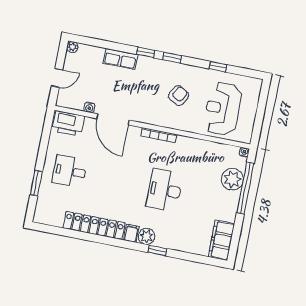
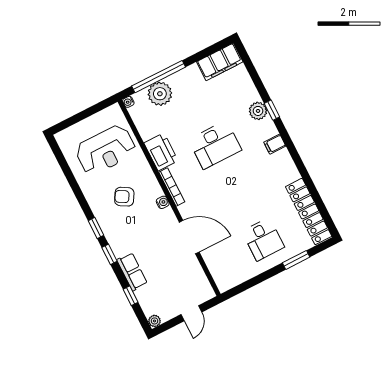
window: (218, 67) -> (131, 296), moved
door: (57, 78) -> (191, 313), swing flipped
water cooler: (89, 107) -> (163, 202), moved
door: (113, 119) -> (189, 237), hinge flipped
printer: (68, 123) -> (161, 152), moved
locker: (94, 225) -> (309, 211), moved
plant: (146, 236) -> (258, 111), moved

